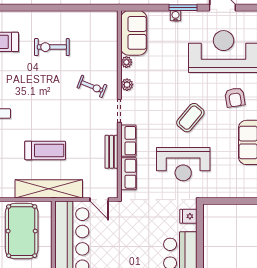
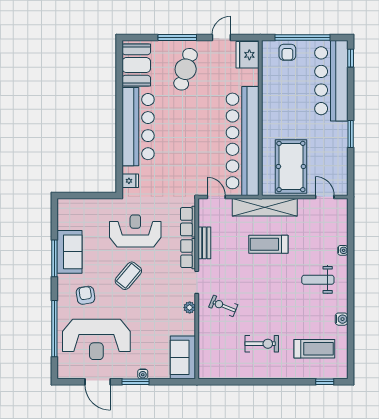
plant: (126, 62) -> (190, 329), removed

